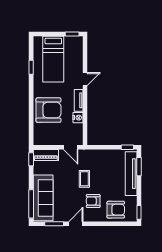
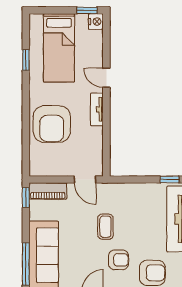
door: (85, 79) -> (106, 78), swing flipped
armchair: (48, 110) -> (52, 124), turned 90
nightstand: (78, 118) -> (96, 22), moved
armchair: (93, 201) -> (119, 260), turned 180

